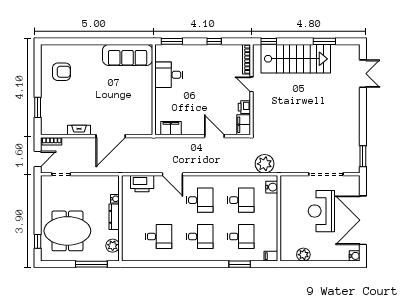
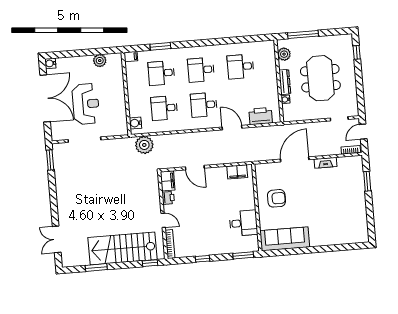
armchair: (62, 72) -> (276, 198), moved, turned 180
meeting table: (67, 231) -> (320, 78), moved, turned 90

